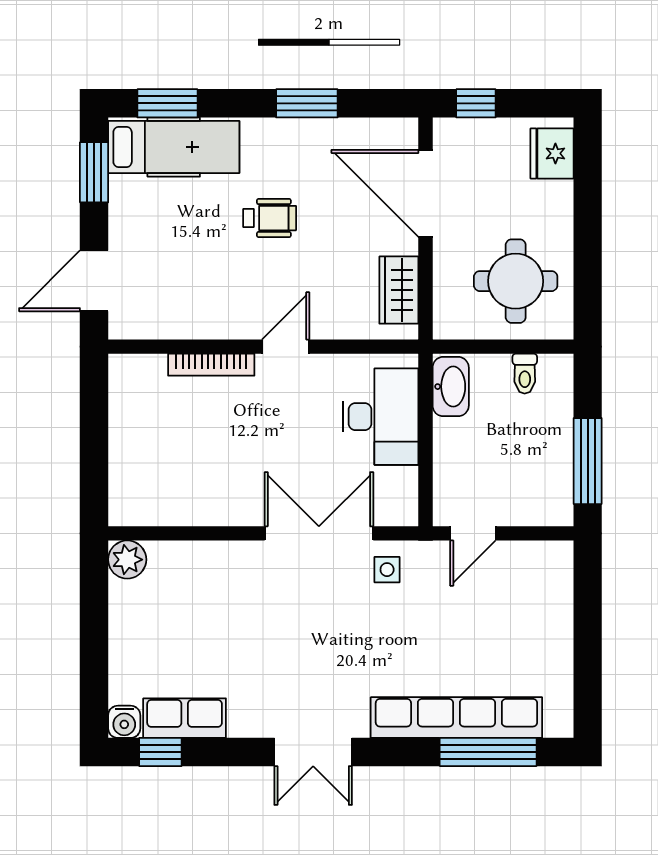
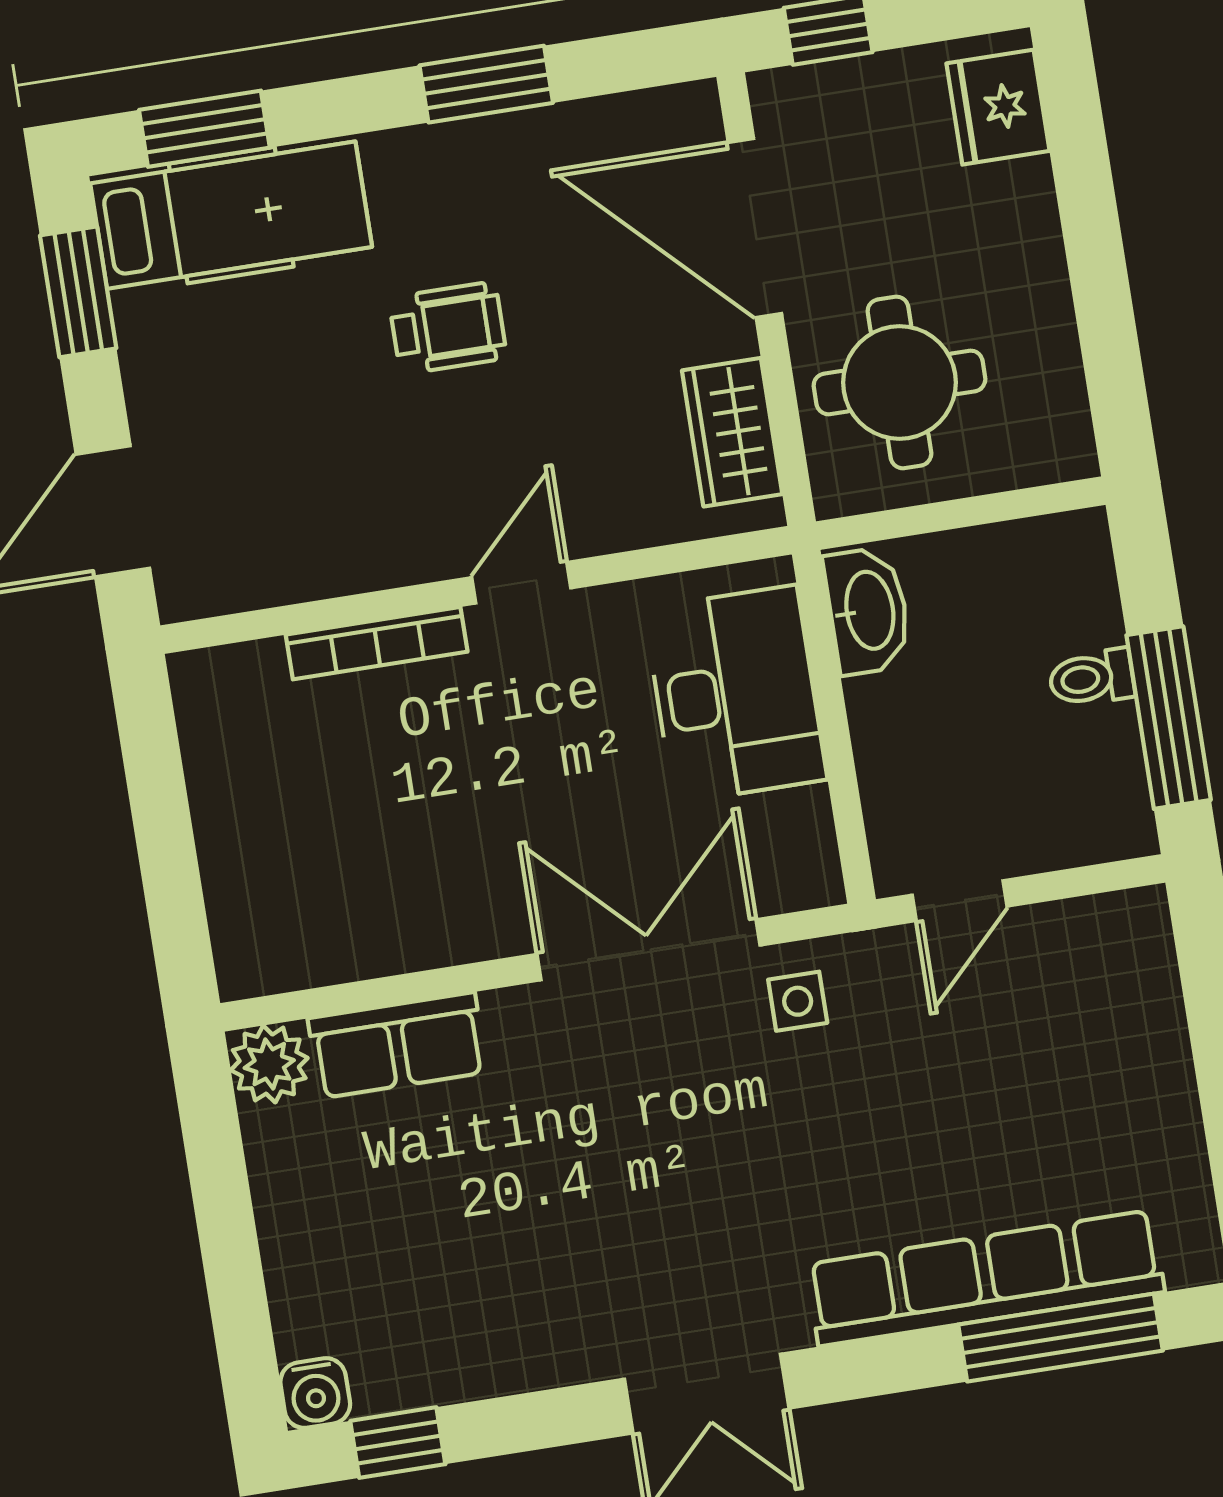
round table: (516, 281) -> (899, 382), moved
toilet: (525, 374) -> (1092, 678), moved, turned 90
row of seats: (185, 718) -> (397, 1045), moved, turned 180

